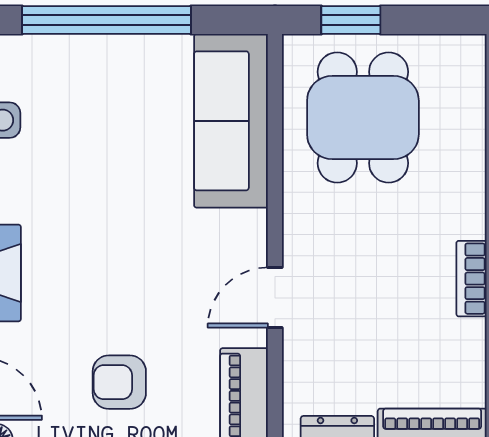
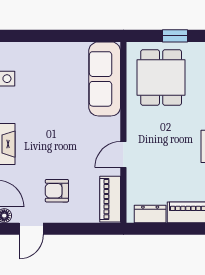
window: (107, 20) -> (51, 36), removed
window: (351, 20) -> (175, 36), moved

